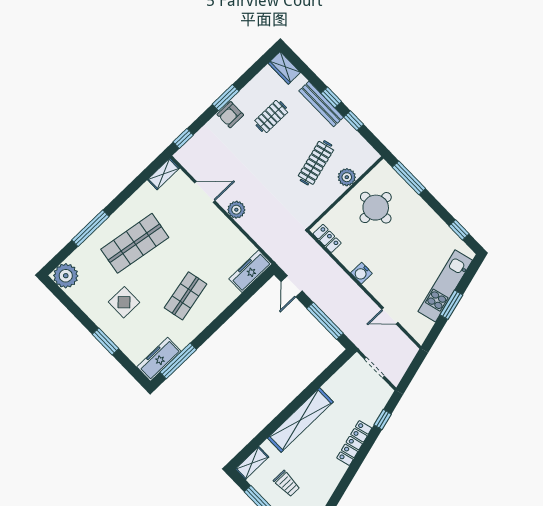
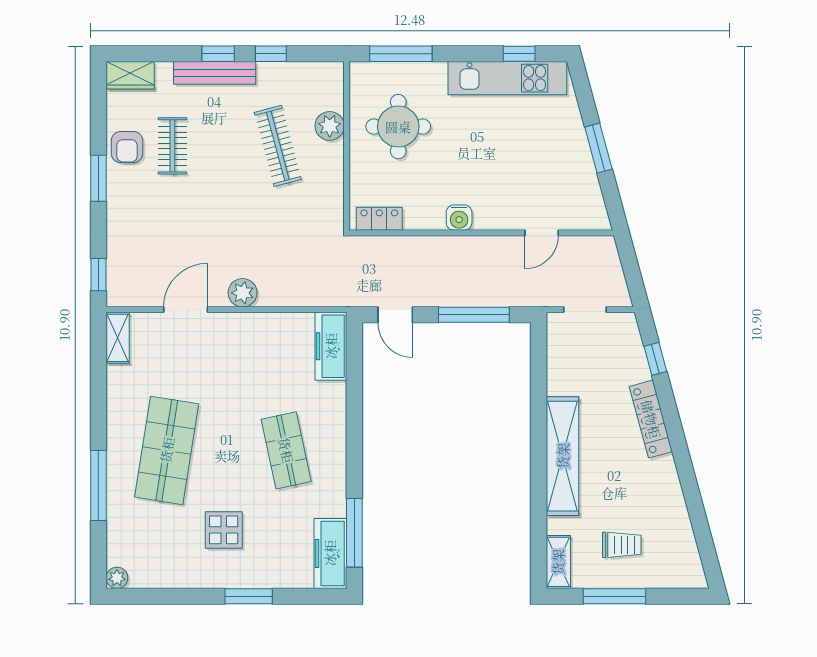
armchair: (230, 115) -> (127, 147), moved
plant: (66, 276) -> (117, 578), width x0.53, depth x0.53
kitchen unit: (445, 286) -> (507, 78), moved, turned -75

